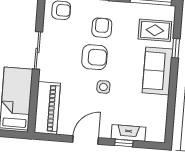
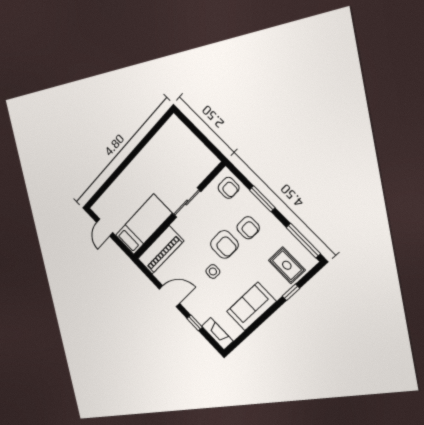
armchair: (102, 28) -> (248, 228), turned 90
sofa: (157, 71) -> (251, 306), moved
fireplace: (128, 133) -> (217, 334), moved

